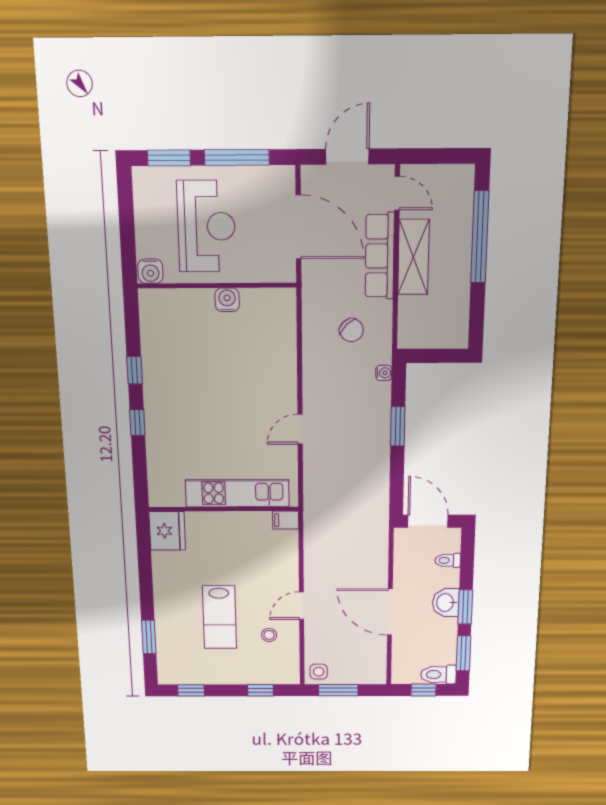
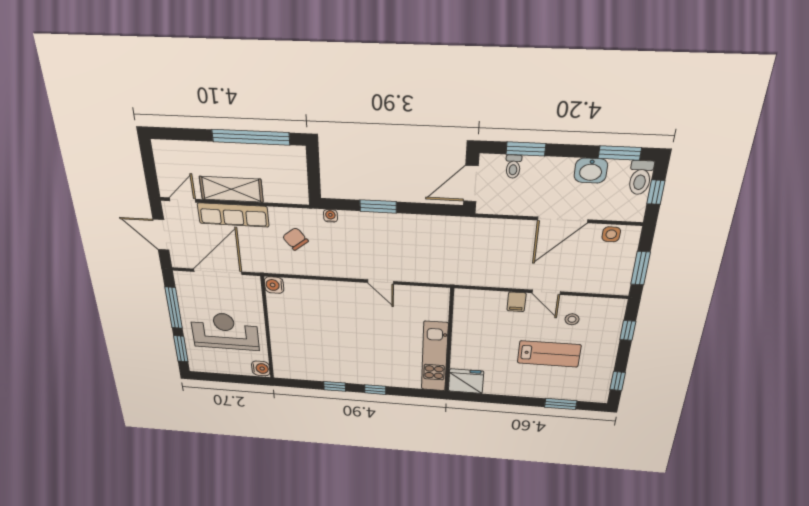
window: (480, 237) -> (251, 137), moved
water cooler: (227, 300) -> (274, 285), moved
chair: (351, 330) -> (295, 239), turned -83
kitchen unit: (237, 493) -> (435, 357), moved
filing cabinet: (286, 520) -> (517, 302), moved
washbasin: (446, 603) -> (591, 171), moved
window: (465, 607) -> (526, 149), moved
side table: (319, 672) -> (611, 234), moved

